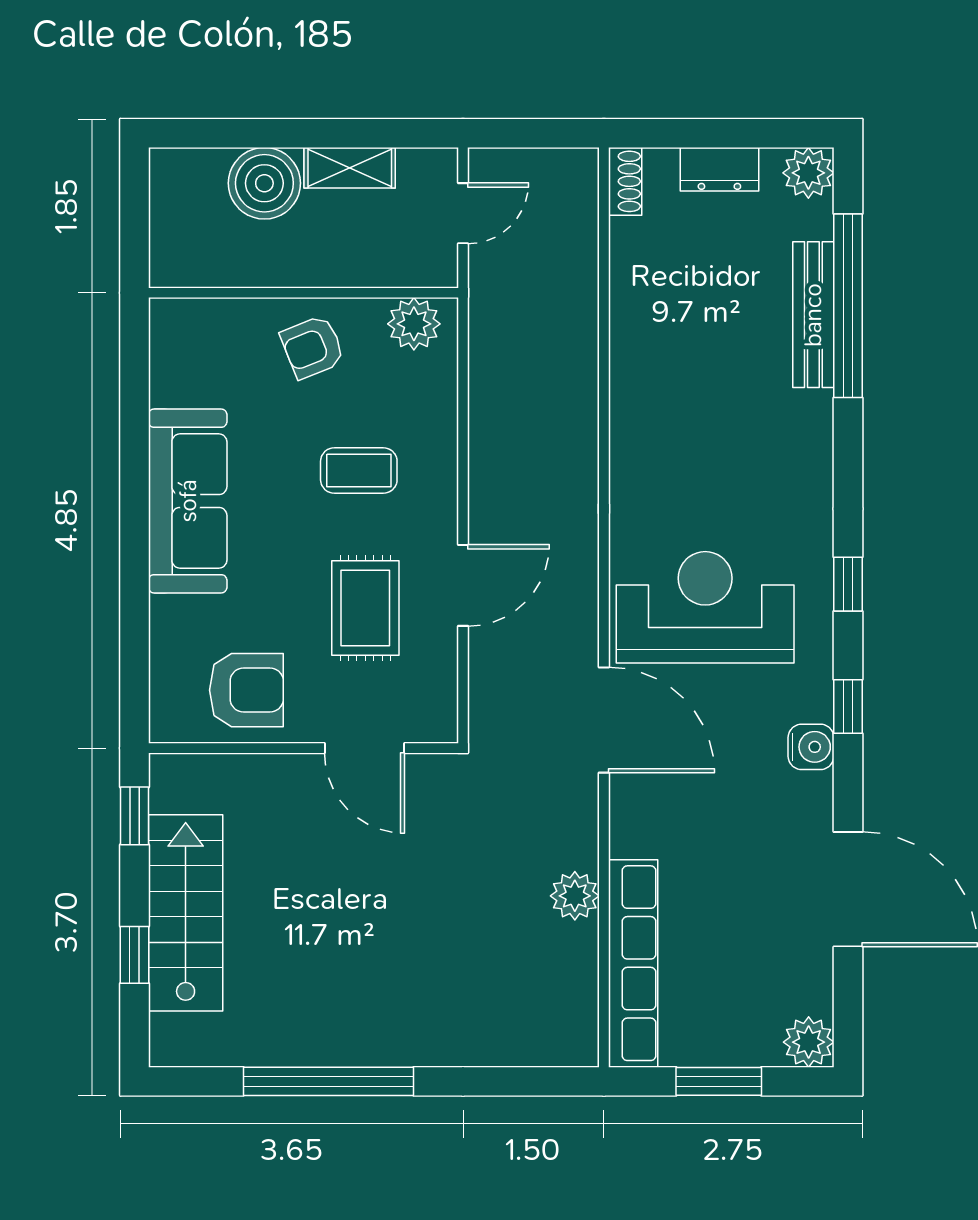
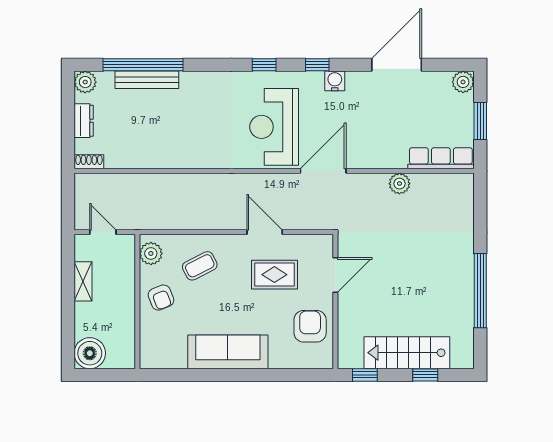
boiler: (264, 183) -> (90, 353), moved
coffee table: (359, 471) -> (200, 266), moved, turned 63
row of seats: (633, 963) -> (441, 158), width x0.73

